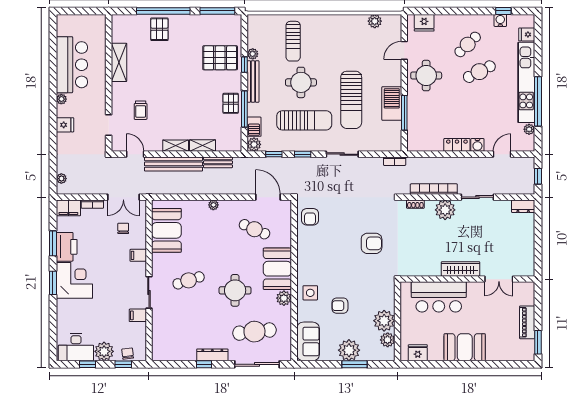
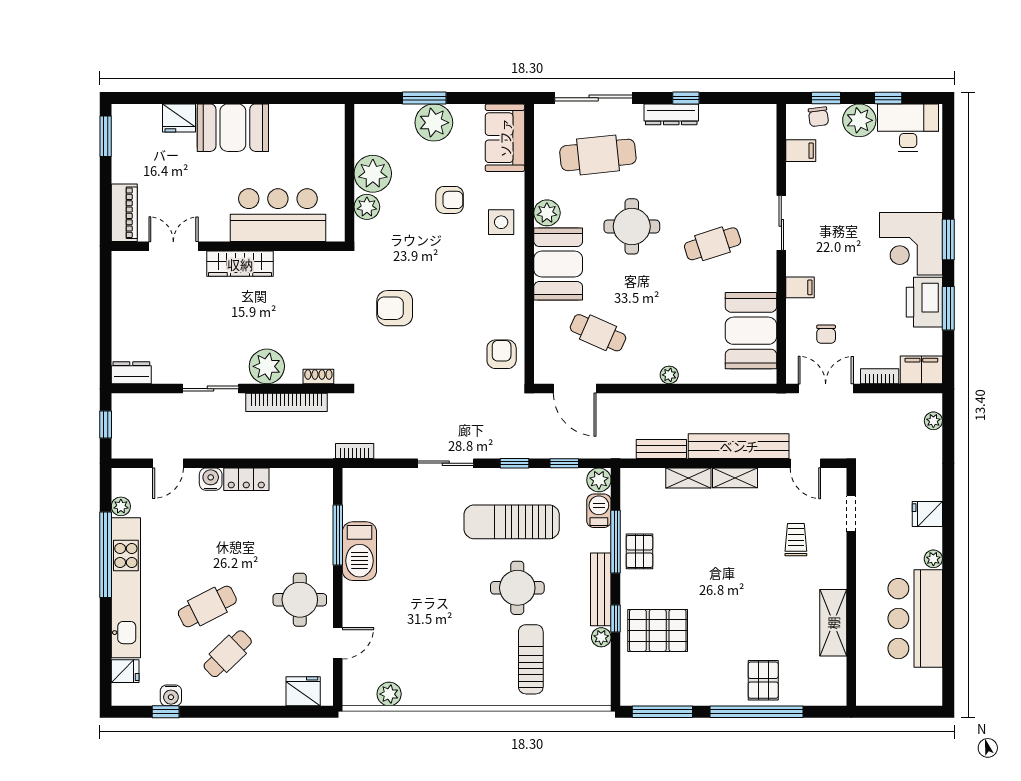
sun lounger: (351, 100) -> (430, 557), removed
filing cabinet: (138, 315) -> (801, 151), moved
piano: (527, 322) -> (124, 213), moved
plant: (388, 340) -> (367, 207), moved
fridge: (418, 353) -> (179, 118), moved

